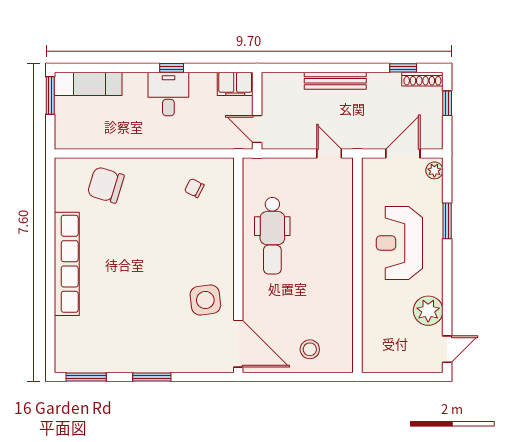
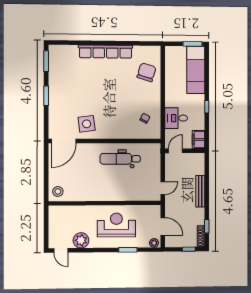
exam couch: (88, 84) -> (196, 70), width x1.36, depth x1.45
desk: (168, 94) -> (176, 118), moved, turned 180
stool: (310, 349) -> (58, 191), moved

